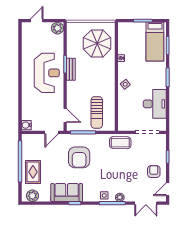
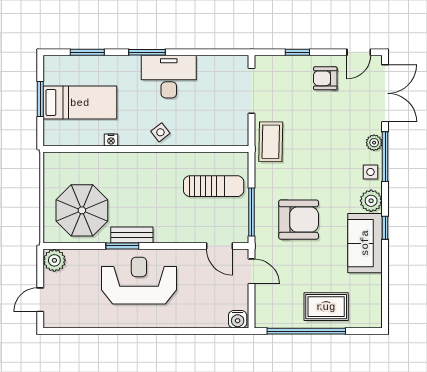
door: (37, 21) -> (40, 300), hinge flipped
bed: (155, 42) -> (80, 103), moved
parasol: (97, 43) -> (82, 210), moved
desk: (155, 104) -> (169, 77), moved
door: (65, 116) -> (219, 246), swing flipped
door: (168, 189) -> (359, 52), hinge flipped
plant: (33, 196) -> (371, 201), moved
double door: (146, 203) -> (385, 93), width x1.37

